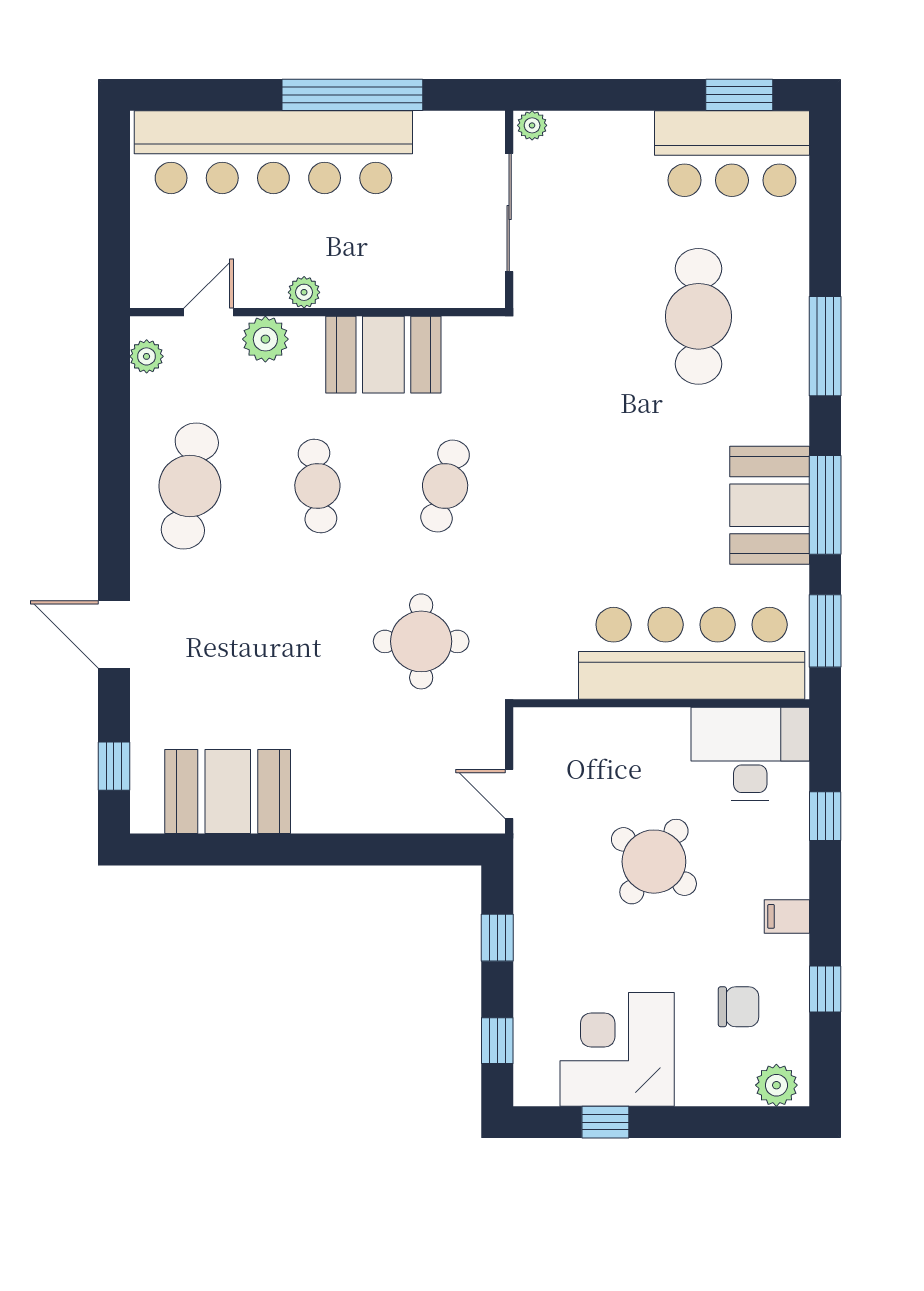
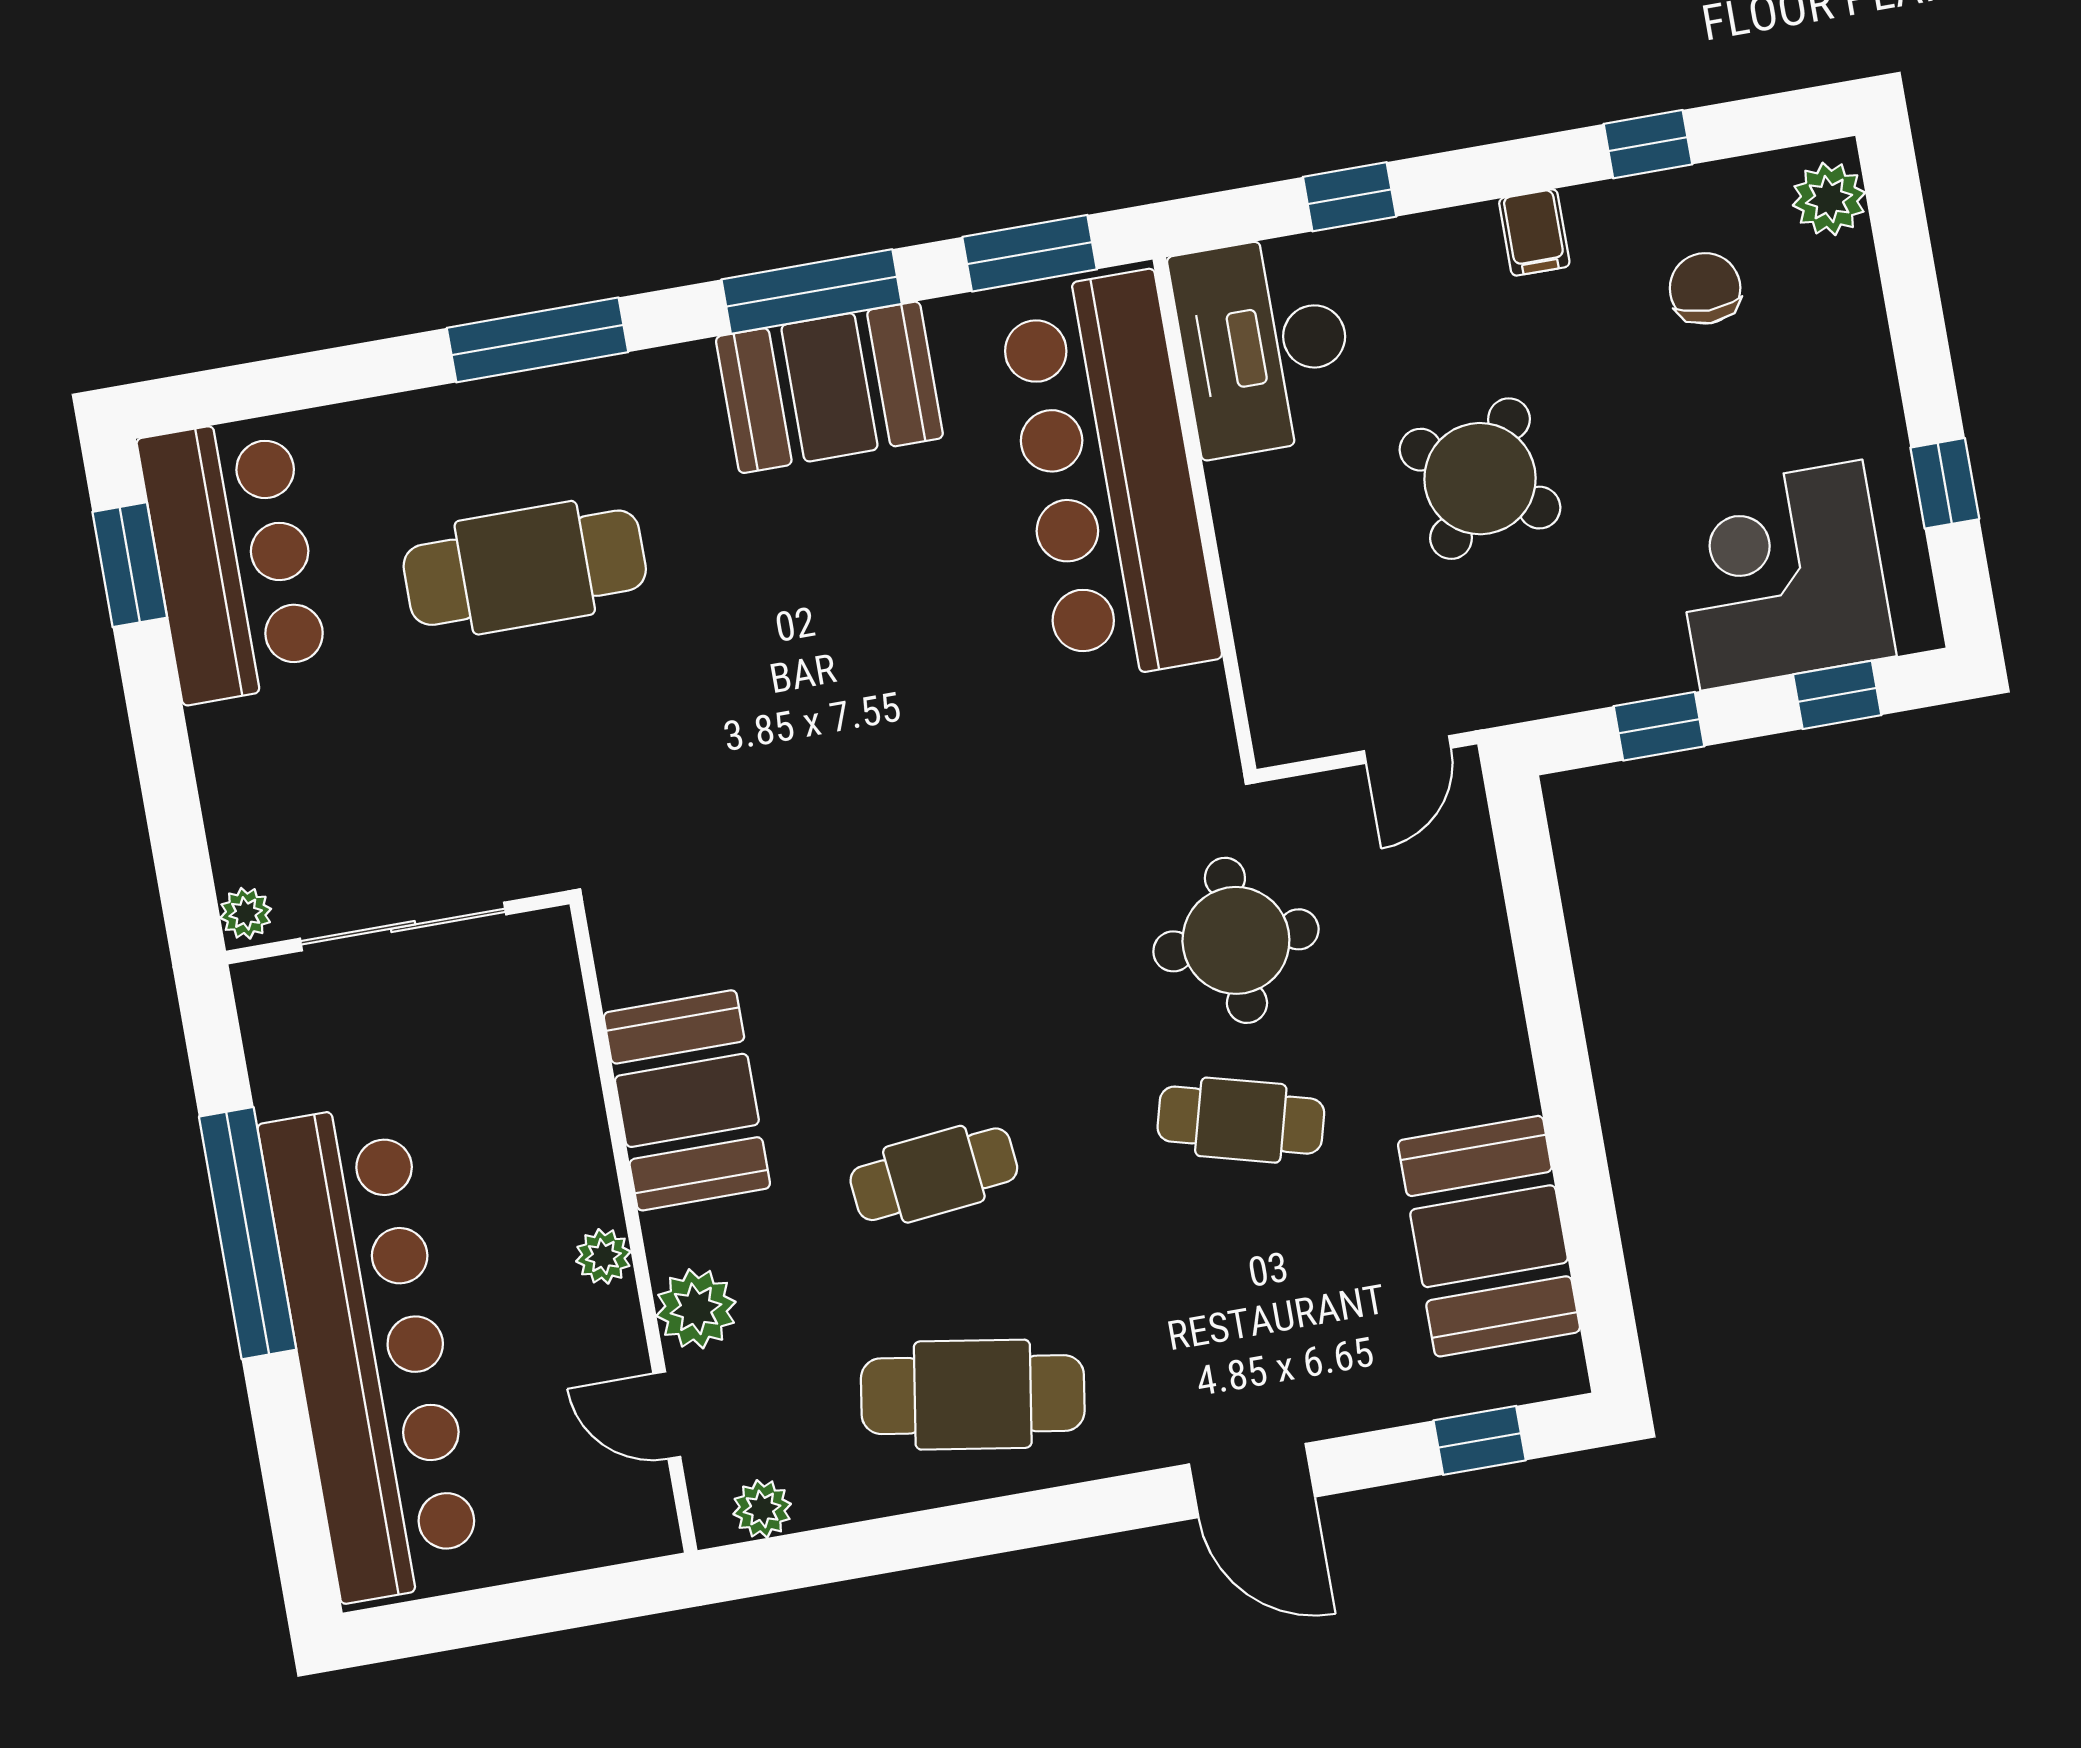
cafe table: (445, 486) -> (1241, 1120), moved
door: (114, 634) -> (1252, 1481), hinge flipped
round table: (421, 641) -> (1236, 940), moved
corner desk: (617, 1049) -> (1781, 575), moved, turned 90

